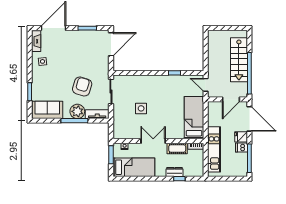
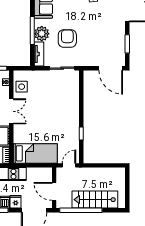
armchair: (82, 87) -> (67, 38), turned -107
side table: (141, 108) -> (22, 87), moved

